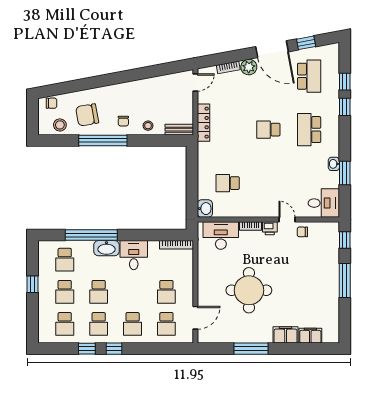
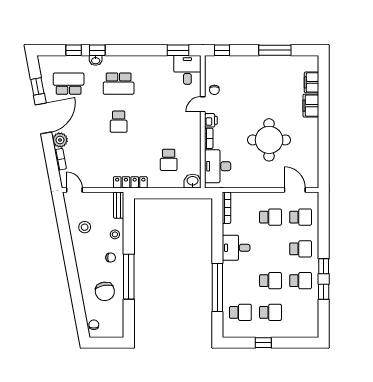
locker: (204, 123) -> (130, 182), moved
stool: (60, 125) -> (85, 227), moved
washbasin: (334, 164) -> (96, 60), moved
window: (345, 173) -> (178, 50), moved
washbasin: (106, 248) -> (230, 273), removed
window: (345, 281) -> (275, 50), moved
school desk: (65, 324) -> (301, 312), removed
window: (251, 349) -> (324, 138), removed

